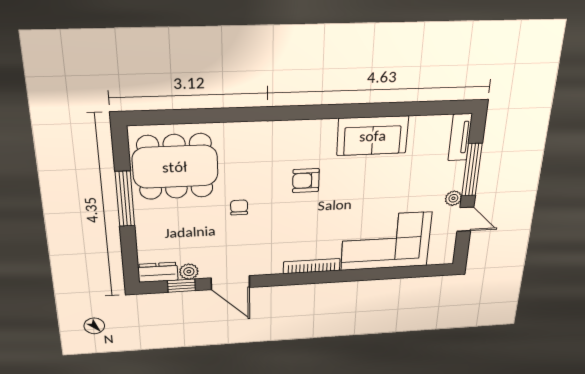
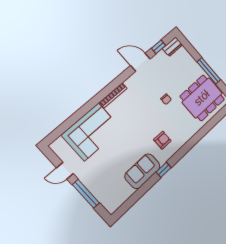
window: (341, 111) -> (164, 170), added
tv unit: (460, 137) -> (106, 202), removed
armchair: (306, 181) -> (162, 140), moved
plant: (453, 198) -> (81, 175), removed
plant: (189, 272) -> (161, 56), removed

